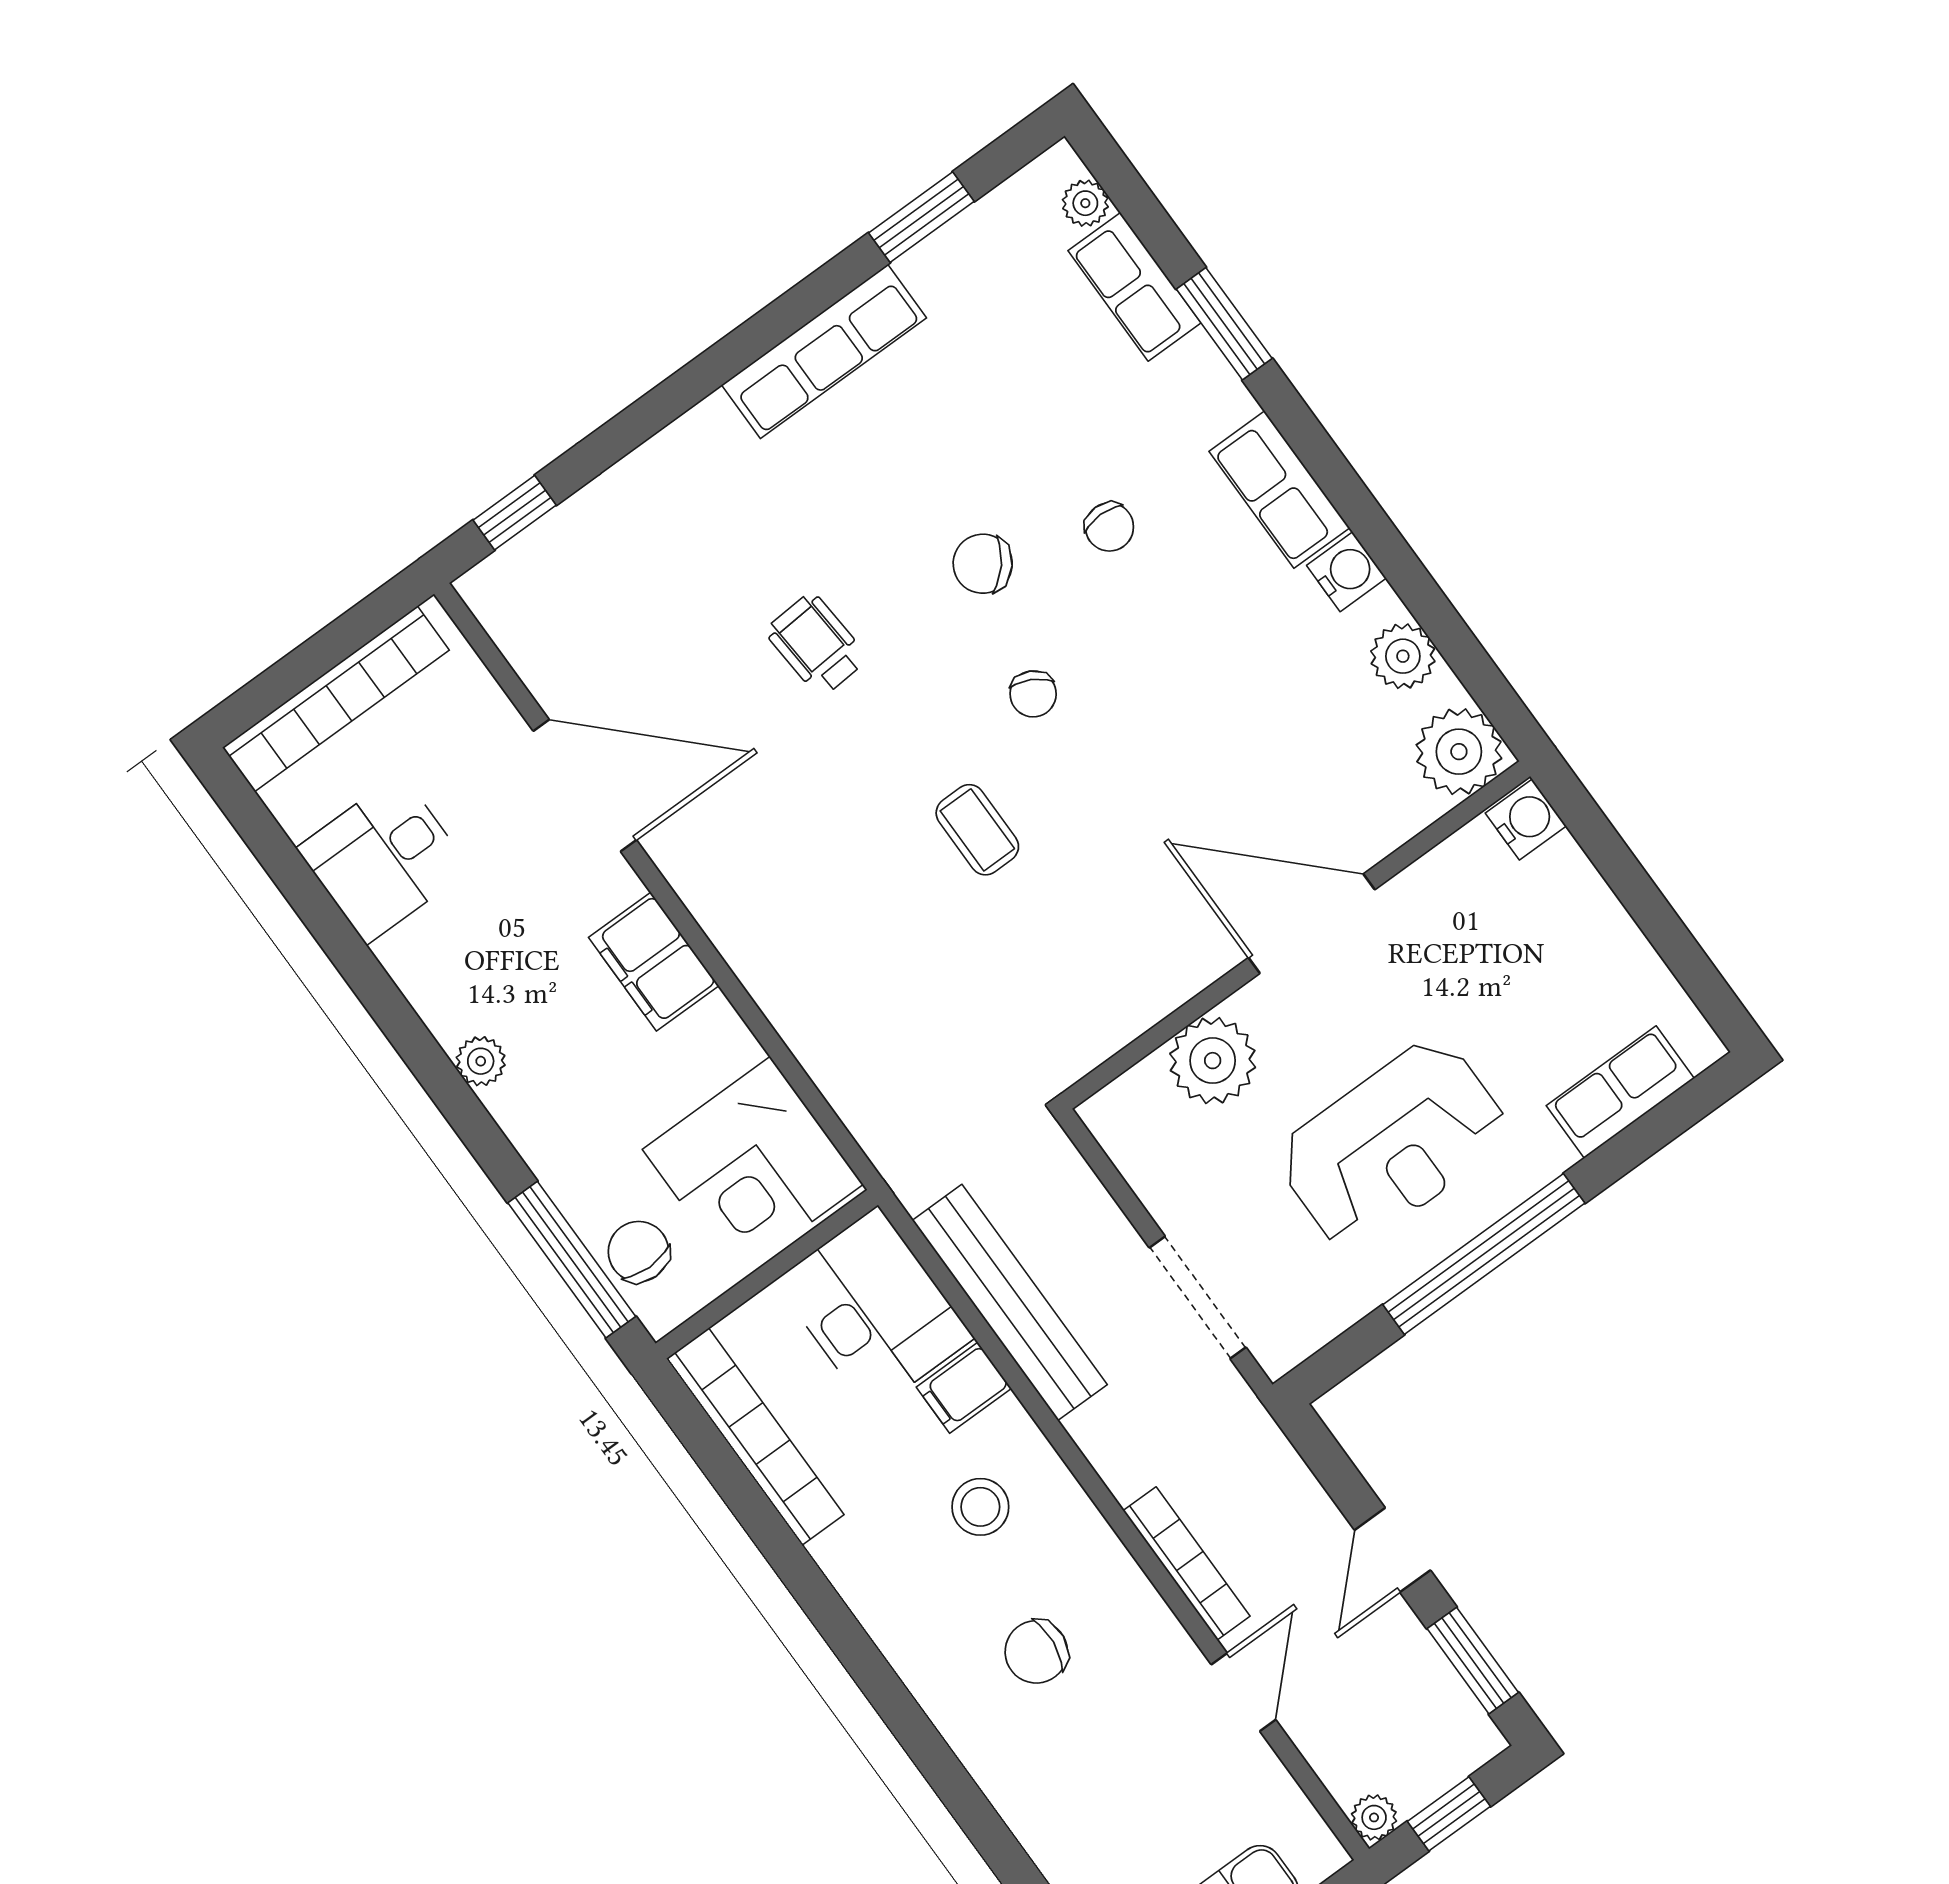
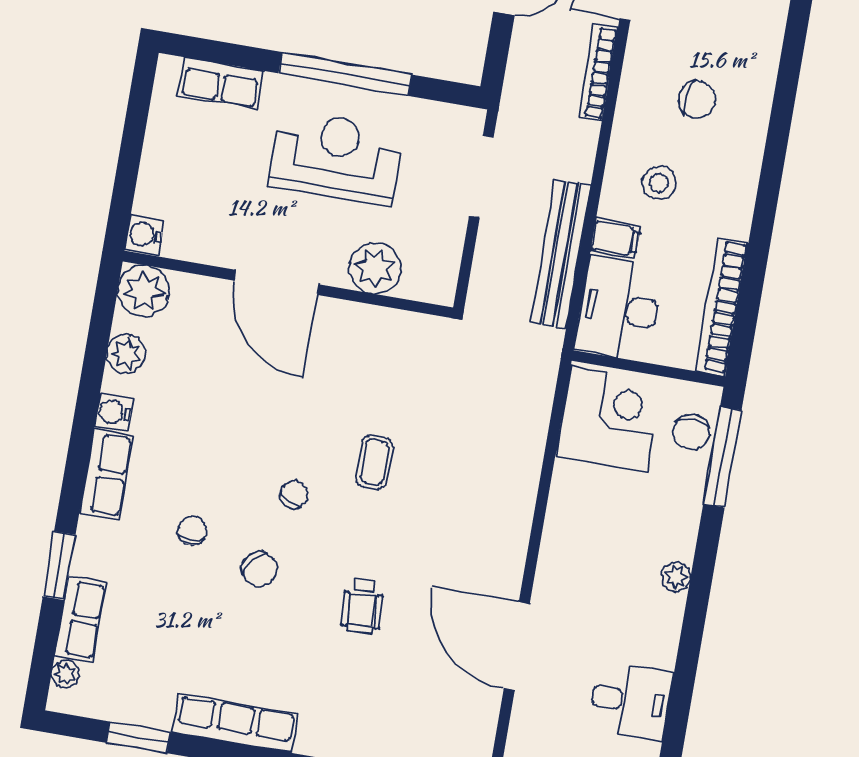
filing cabinet: (654, 962) -> (563, 545), removed

